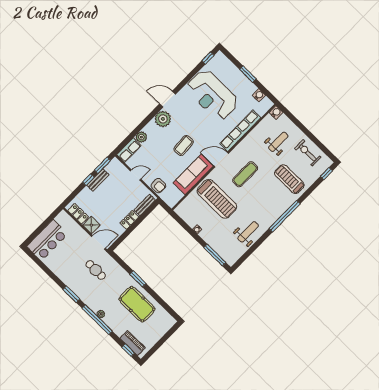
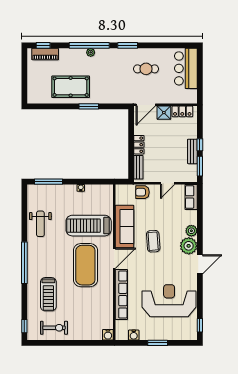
plant: (141, 137) -> (191, 231), moved
weight bench: (278, 142) -> (84, 314), removed
exercise mat: (245, 174) -> (85, 265), width x2.00, depth x1.45
treadmill: (289, 179) -> (48, 294), turned 90
cafe table: (96, 270) -> (146, 69), moved

